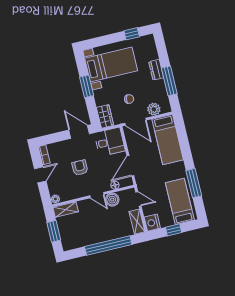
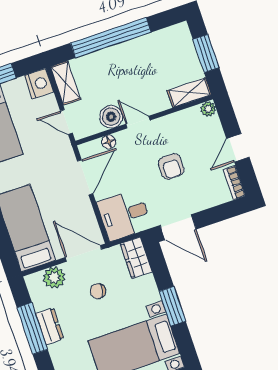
dresser: (156, 70) -> (50, 326), moved

